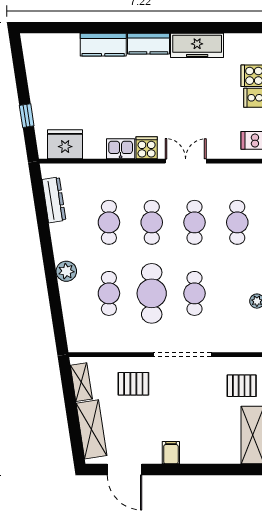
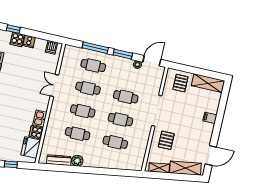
cooker: (147, 148) -> (36, 132), moved
plant: (66, 271) -> (77, 161), moved
cafe table: (152, 293) -> (120, 120), width x0.73, depth x0.74
filing cabinet: (171, 453) -> (210, 118), moved

